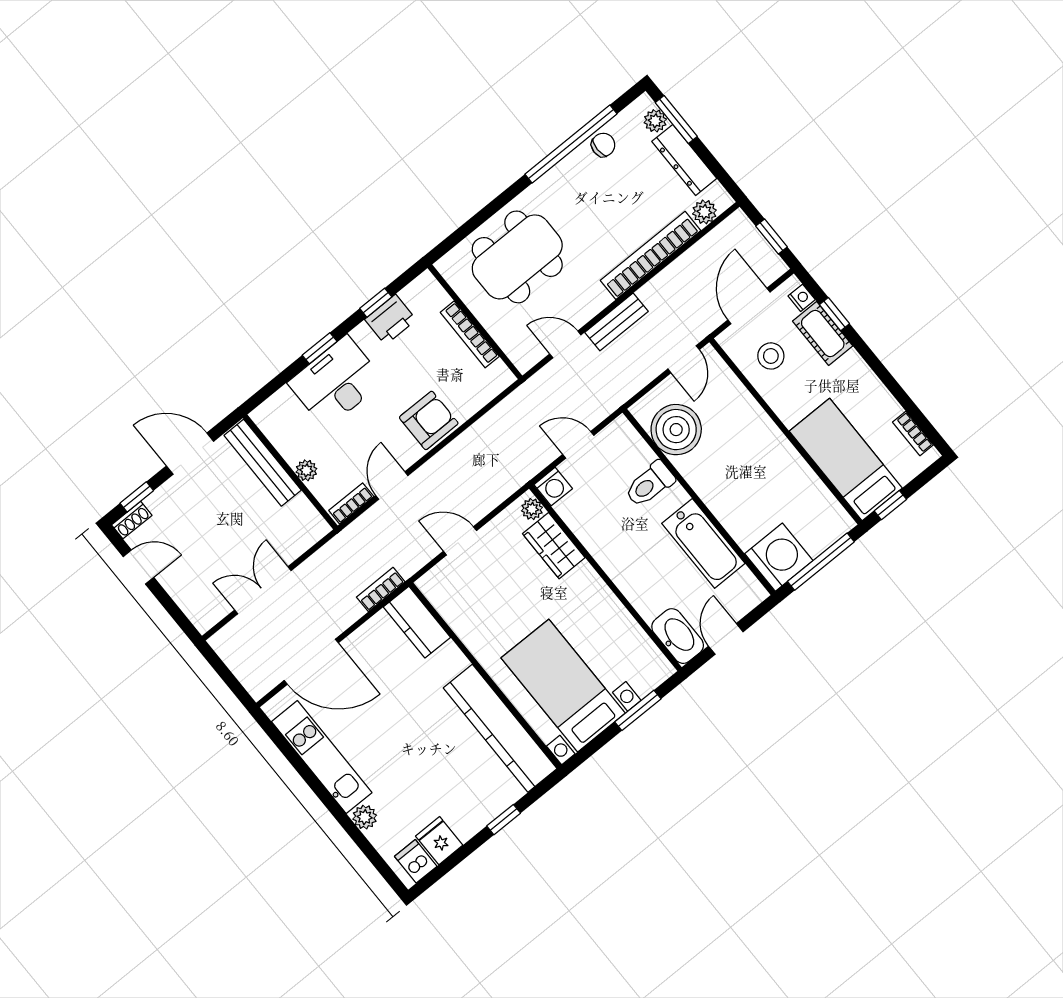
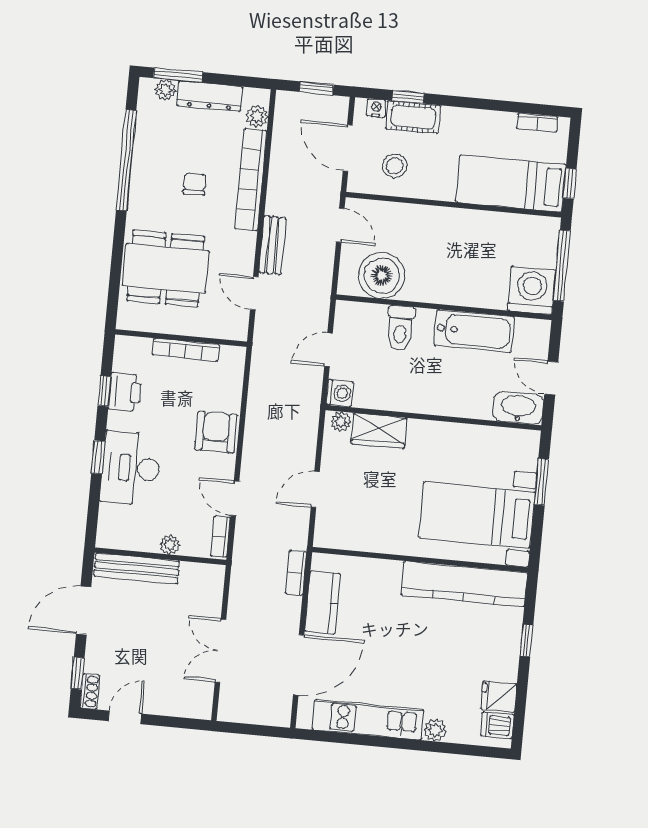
chair: (603, 145) -> (195, 184), moved
dining table: (517, 257) -> (166, 268), turned 90
door: (565, 344) -> (254, 293), hinge flipped
kitchen counter: (417, 622) -> (323, 602), moved, turned -90

